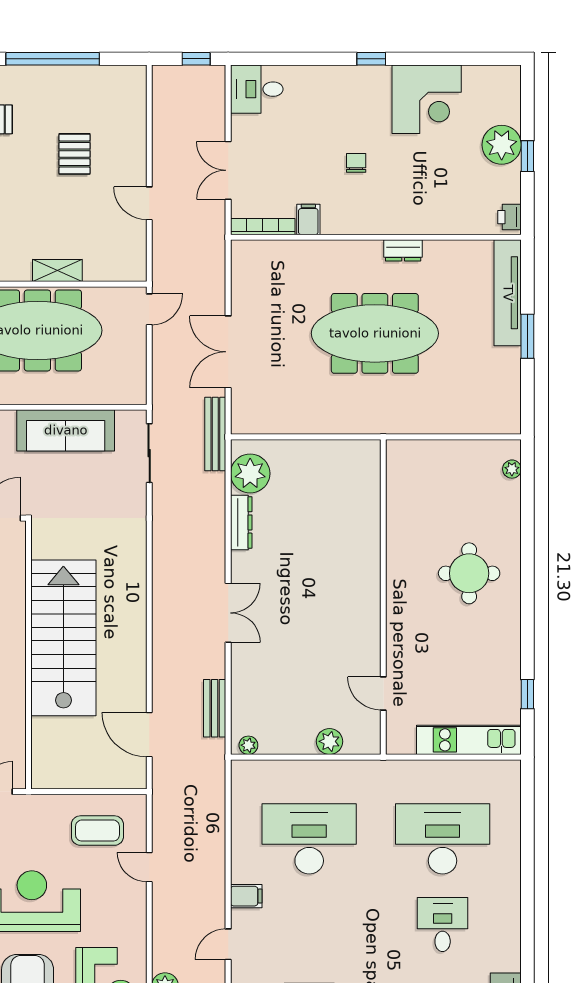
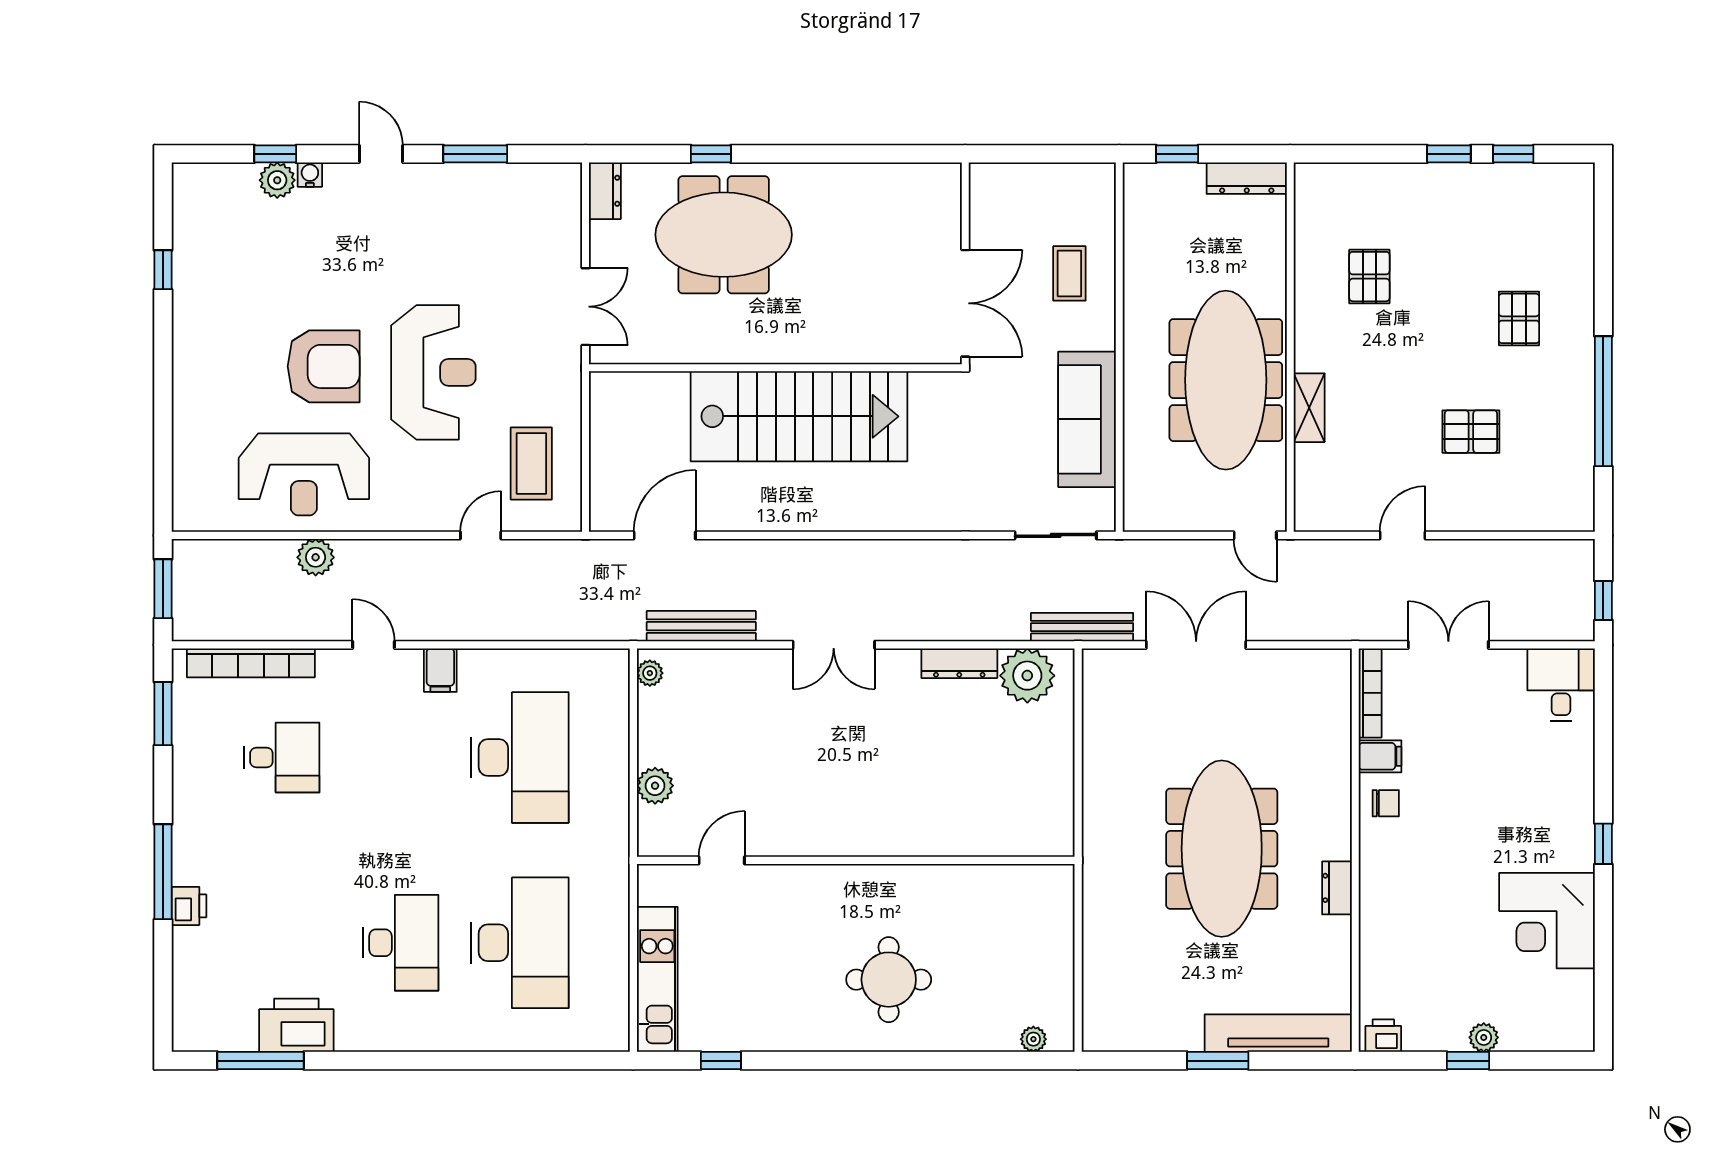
plant: (502, 145) -> (1484, 1037), width x0.53, depth x0.53
chair: (356, 163) -> (1386, 803), moved
bench: (215, 708) -> (701, 626), width x1.36
desk: (443, 925) -> (401, 943), width x1.37

